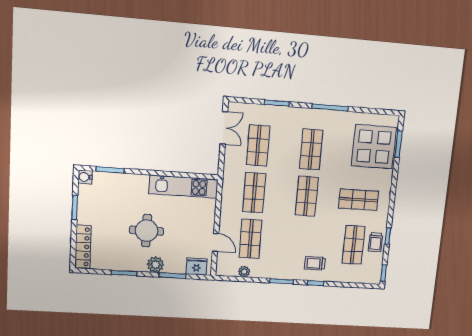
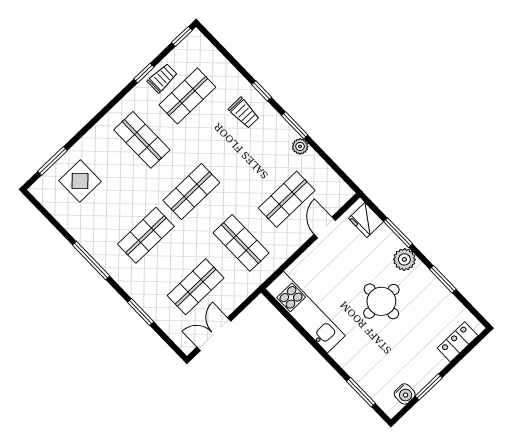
display table: (374, 147) -> (80, 181), width x0.54, depth x0.54
water cooler: (85, 177) -> (405, 394), moved
shop shelf: (254, 193) -> (241, 243), turned 90
locker: (83, 247) -> (458, 342), width x0.66
plant: (244, 272) -> (300, 146), moved

